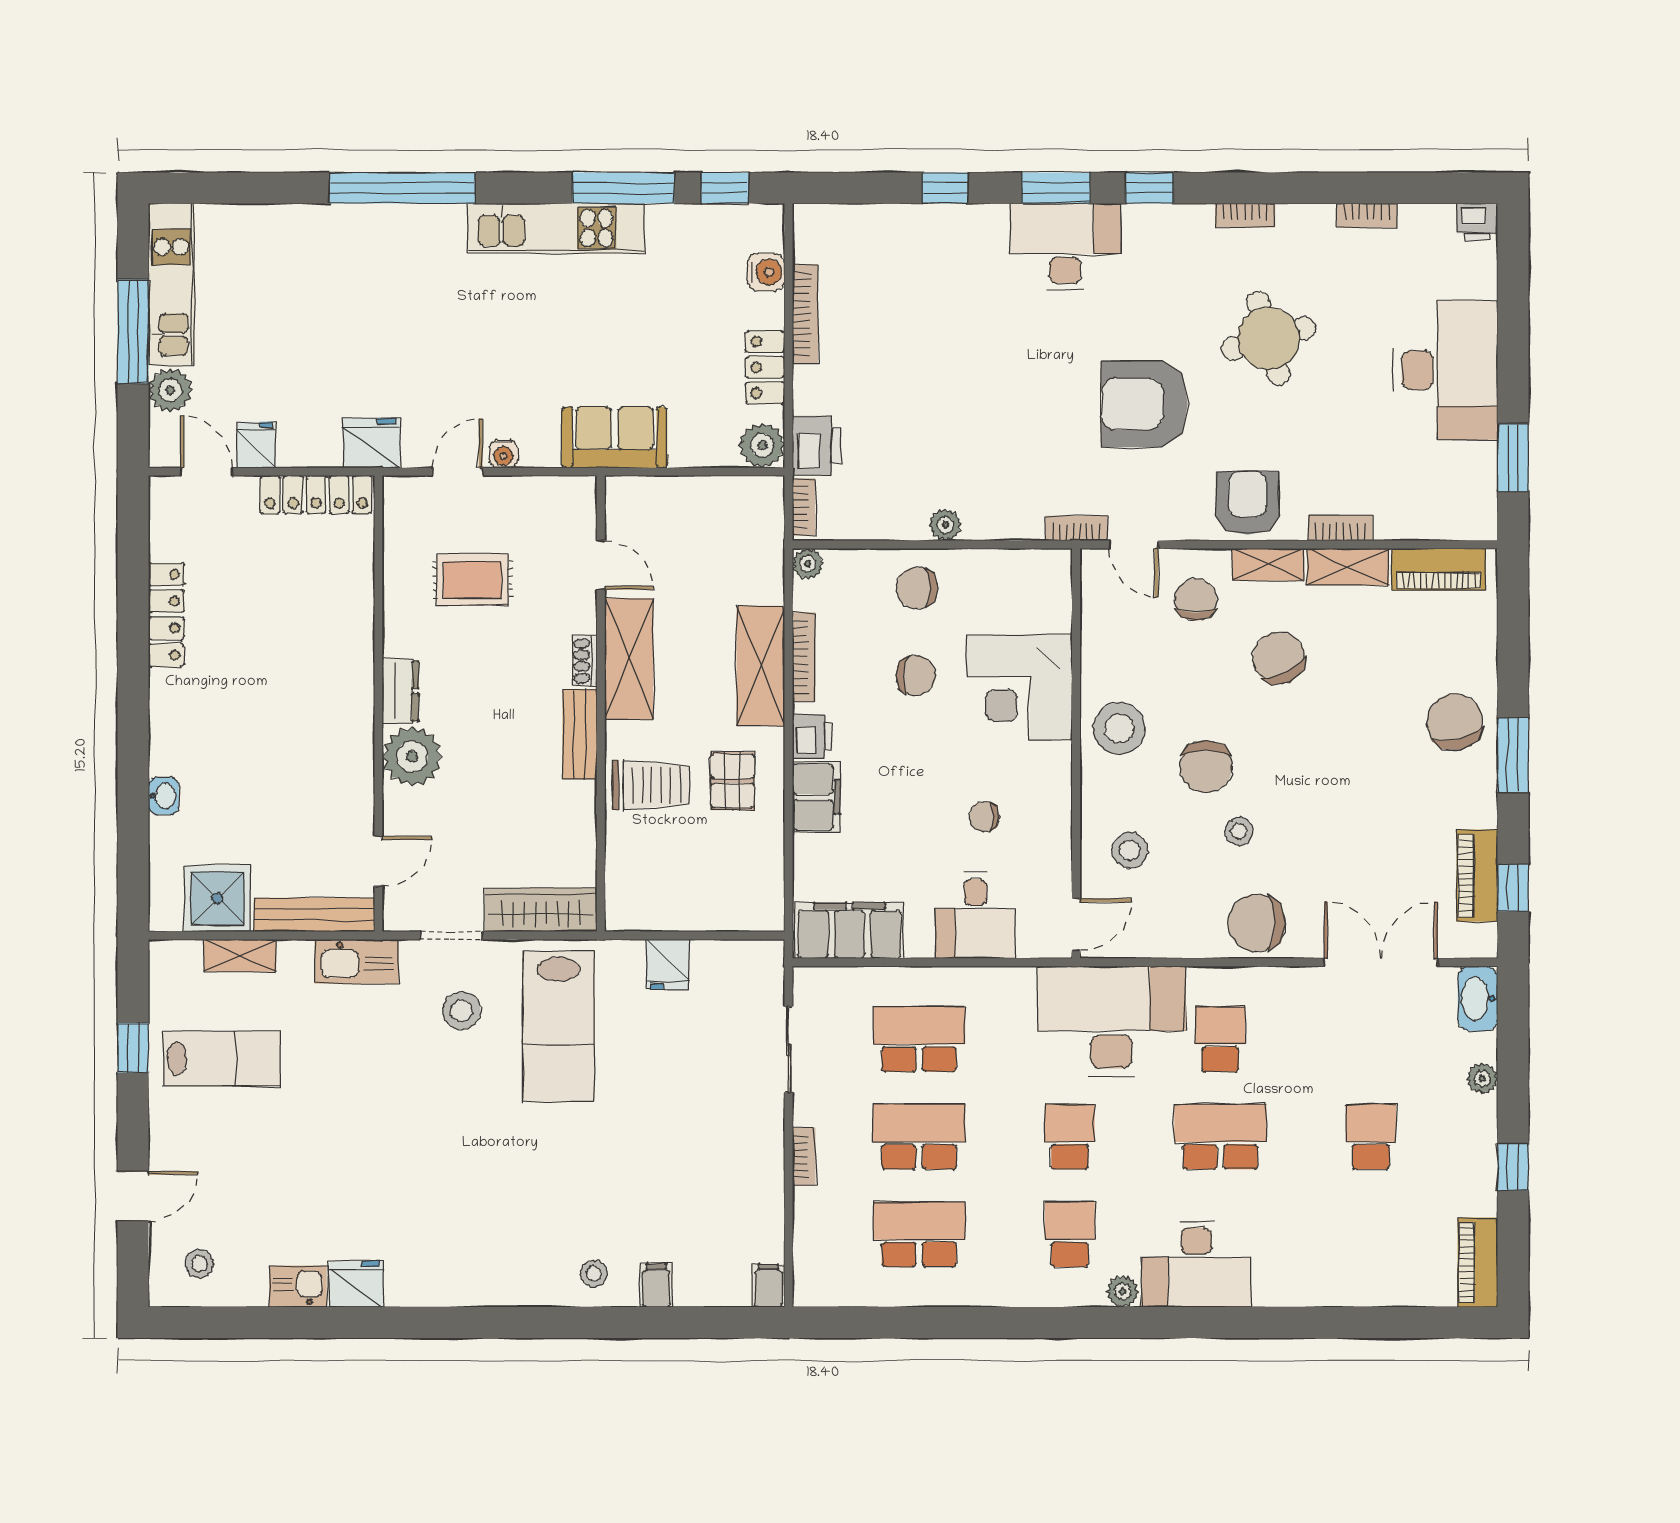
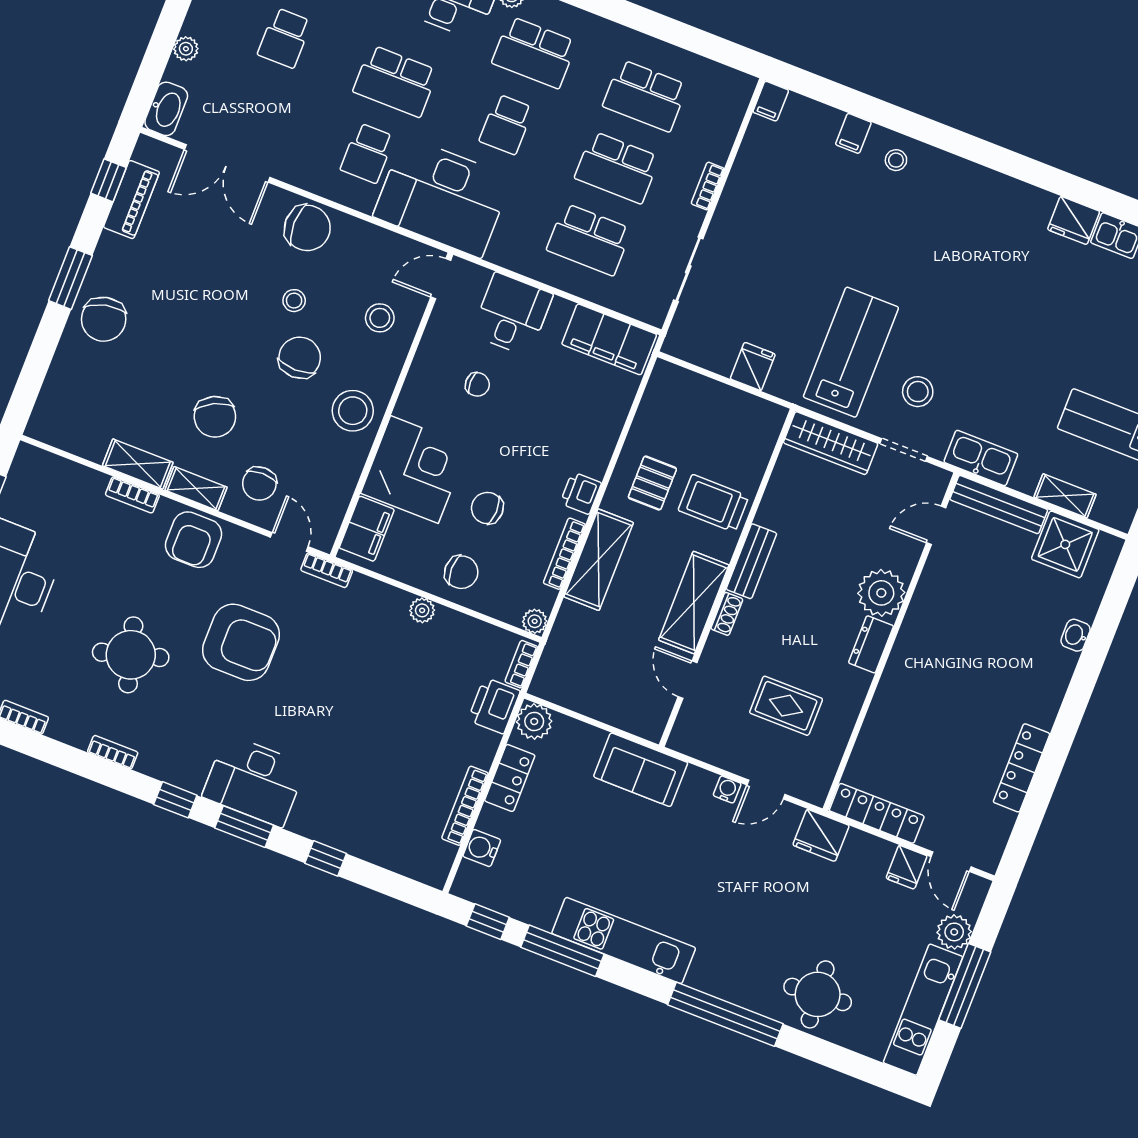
round table: (303, 254) -> (818, 994), added
piano: (1439, 569) -> (72, 436), removed
filing cabinet: (816, 797) -> (367, 529), moved, turned 180
school desk: (1070, 1234) -> (534, 52), width x1.85

